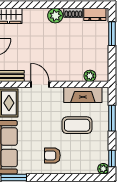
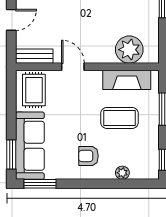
plant: (90, 76) -> (129, 50), width x1.87, depth x1.87
plant: (103, 169) -> (122, 173), moved

